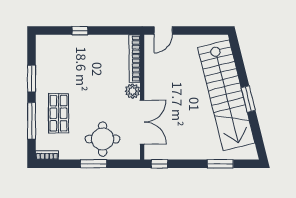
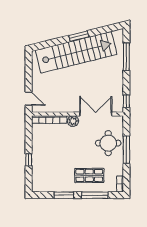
window: (94, 164) -> (126, 150), width x1.44
window: (220, 164) -> (126, 57), width x1.44

